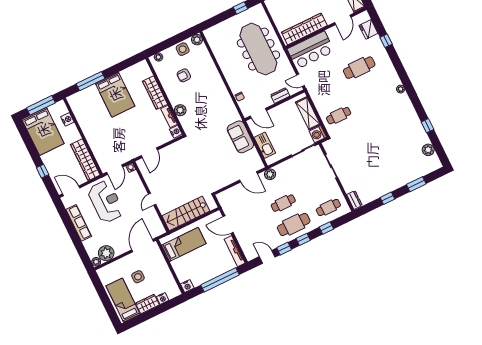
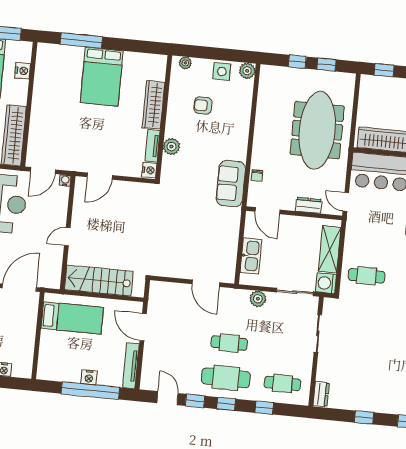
window: (223, 17) -> (297, 62), added
sofa: (240, 137) -> (231, 184), moved
plant: (270, 174) -> (258, 299), moved
nightstand: (187, 286) -> (89, 377), moved

